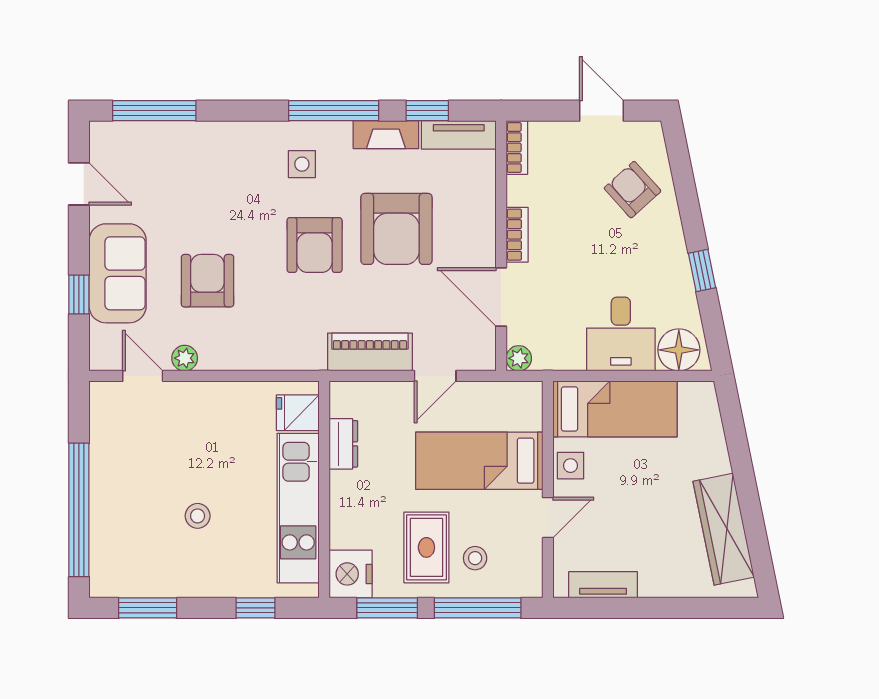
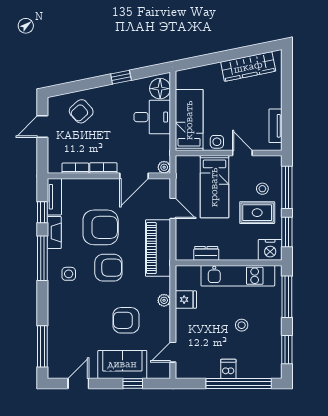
bookcase: (517, 148) -> (75, 168), moved
piano: (370, 352) -> (158, 248), width x1.37, depth x1.33
plant: (185, 358) -> (164, 300), moved
fridge: (298, 413) -> (186, 300), moved, turned -90
dishwasher: (109, 489) -> (228, 369), added
window: (255, 608) -> (287, 297), width x2.17

